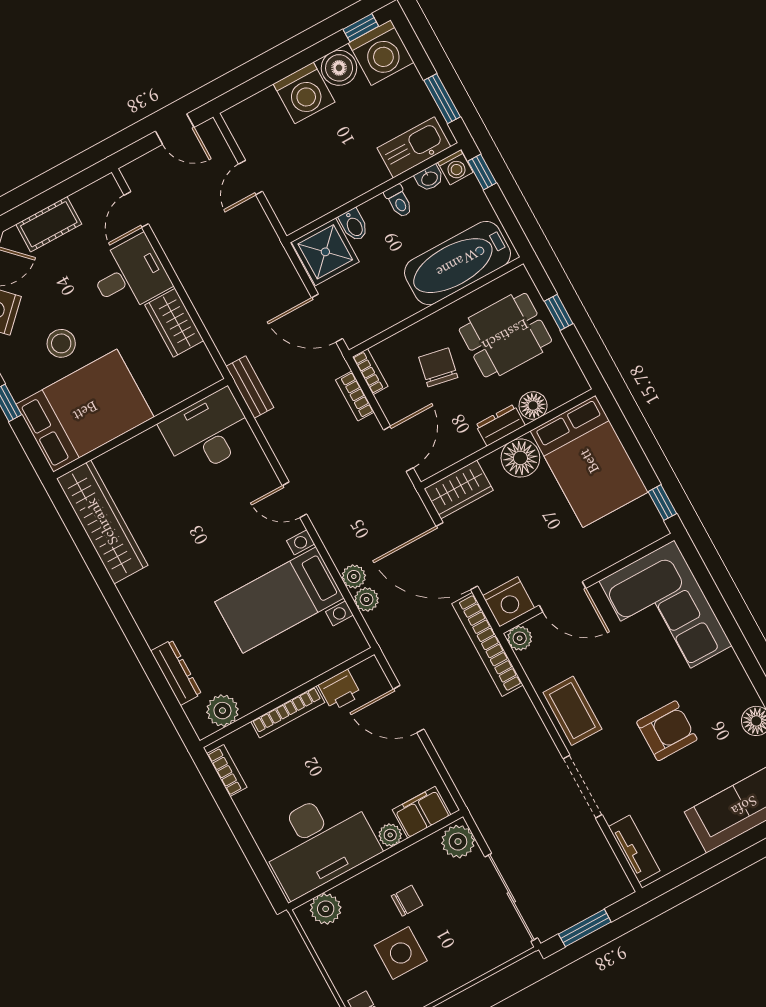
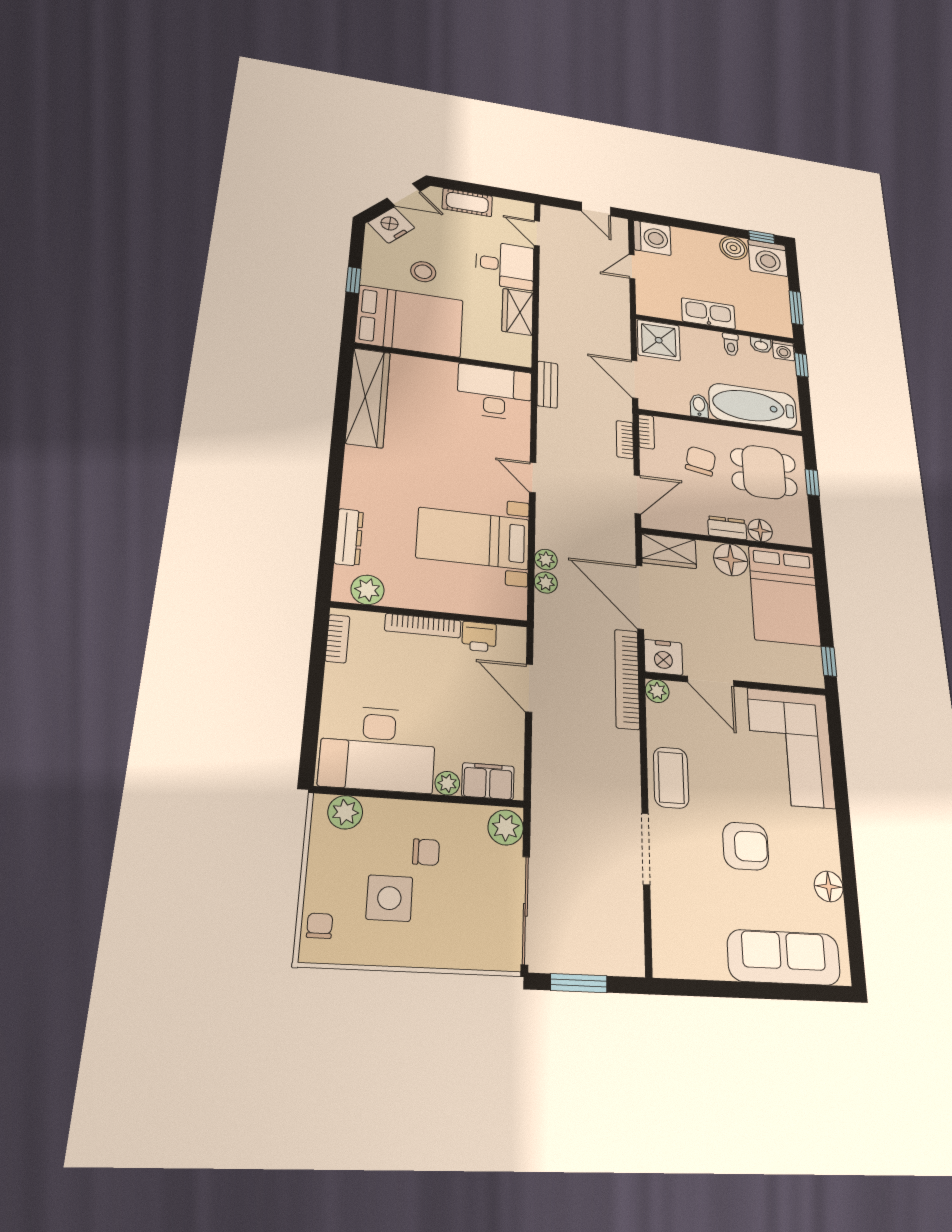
washing machine: (304, 93) -> (652, 238), moved, turned -90
kitchen sink: (414, 147) -> (708, 314), moved
door: (136, 209) -> (537, 233), hinge flipped
bidet: (354, 225) -> (699, 406), moved, turned 180
tv unit: (634, 849) -> (664, 935), removed

